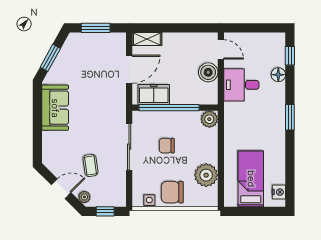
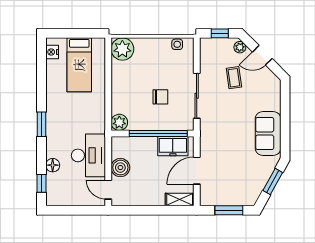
desk: (241, 85) -> (88, 155), width x1.37
plant: (206, 175) -> (122, 49), moved
chair: (172, 192) -> (155, 52), removed

